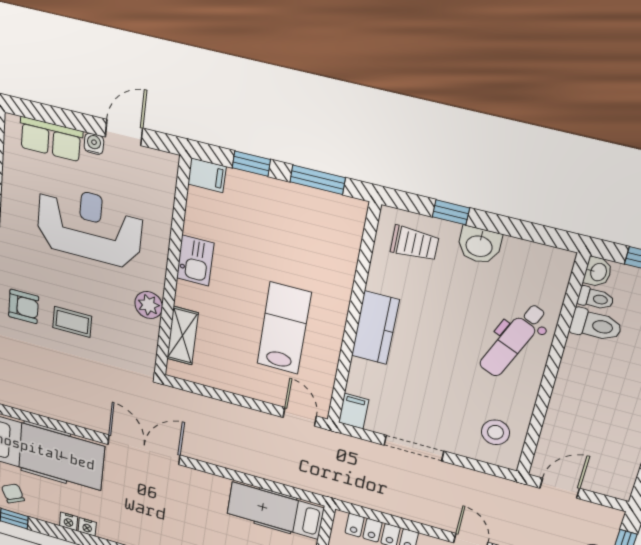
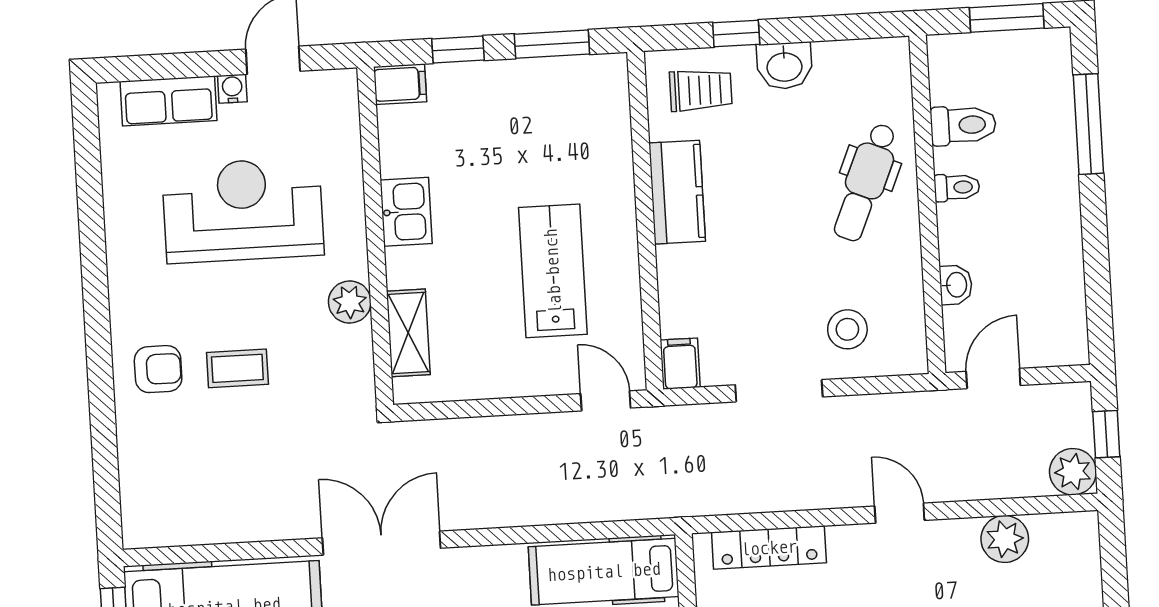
washbasin: (598, 272) -> (956, 285), moved
toilet: (596, 298) -> (957, 187), moved
kitchen counter: (375, 328) -> (677, 192), moved
stool: (495, 432) -> (847, 329), moved

